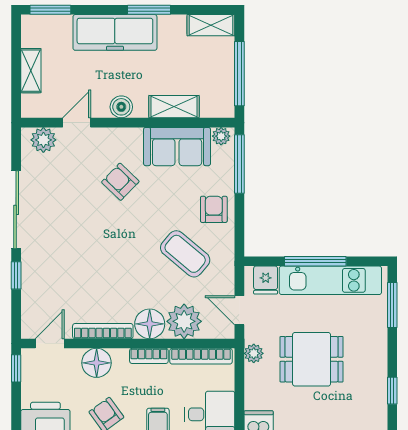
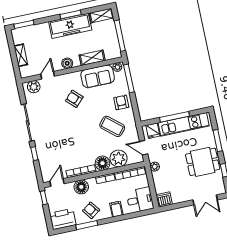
freezer: (115, 32) -> (70, 26), moved
window: (392, 305) -> (218, 141), moved
dining table: (312, 359) -> (203, 162), moved

